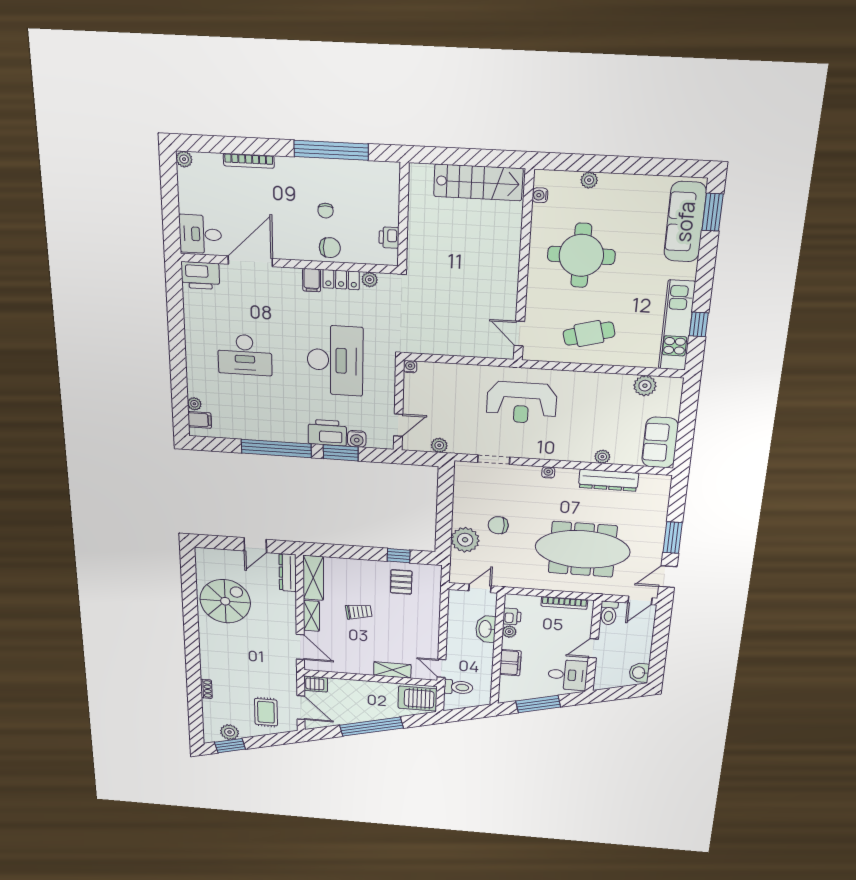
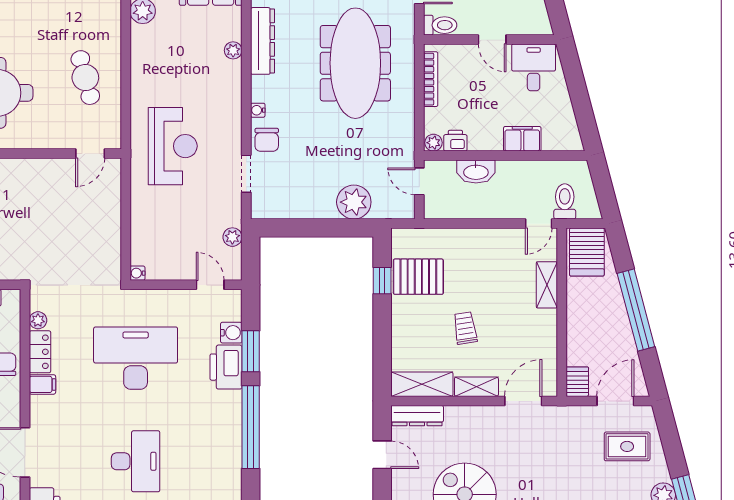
chair: (498, 525) -> (267, 140), moved
pallet: (401, 582) -> (418, 277), width x1.50, depth x1.42
plant: (509, 632) -> (434, 143), moved
window: (538, 704) -> (581, 101), removed

